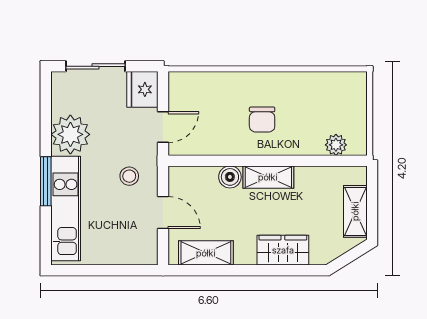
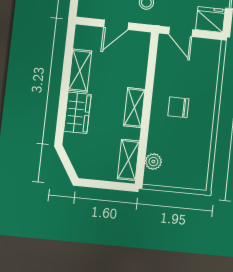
boiler: (230, 177) -> (138, 78), removed
shelving: (355, 211) -> (128, 160), moved, turned 90
shelving: (206, 253) -> (80, 71), moved

